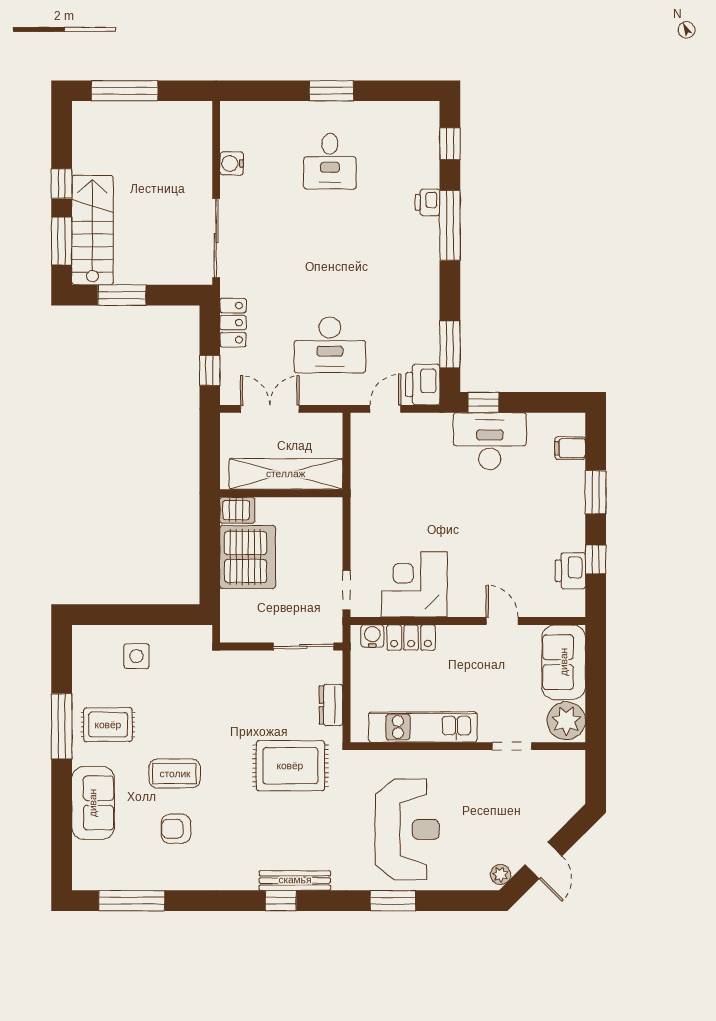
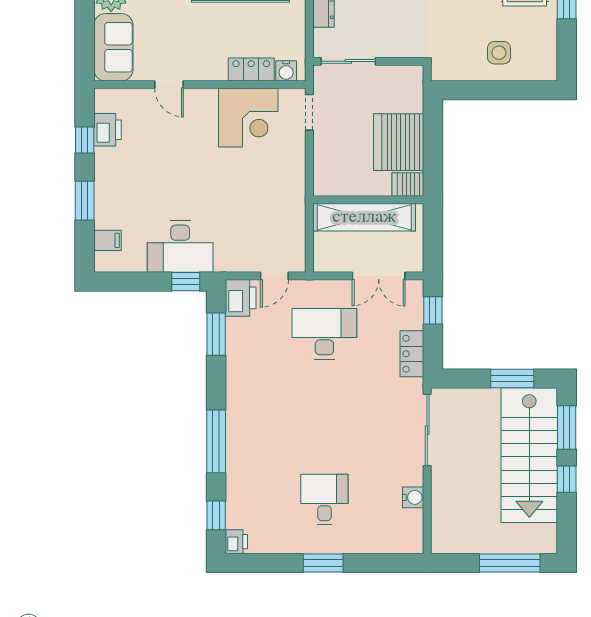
printer: (428, 202) -> (236, 542), moved
stairs: (92, 230) -> (529, 455), width x1.36, depth x1.51

